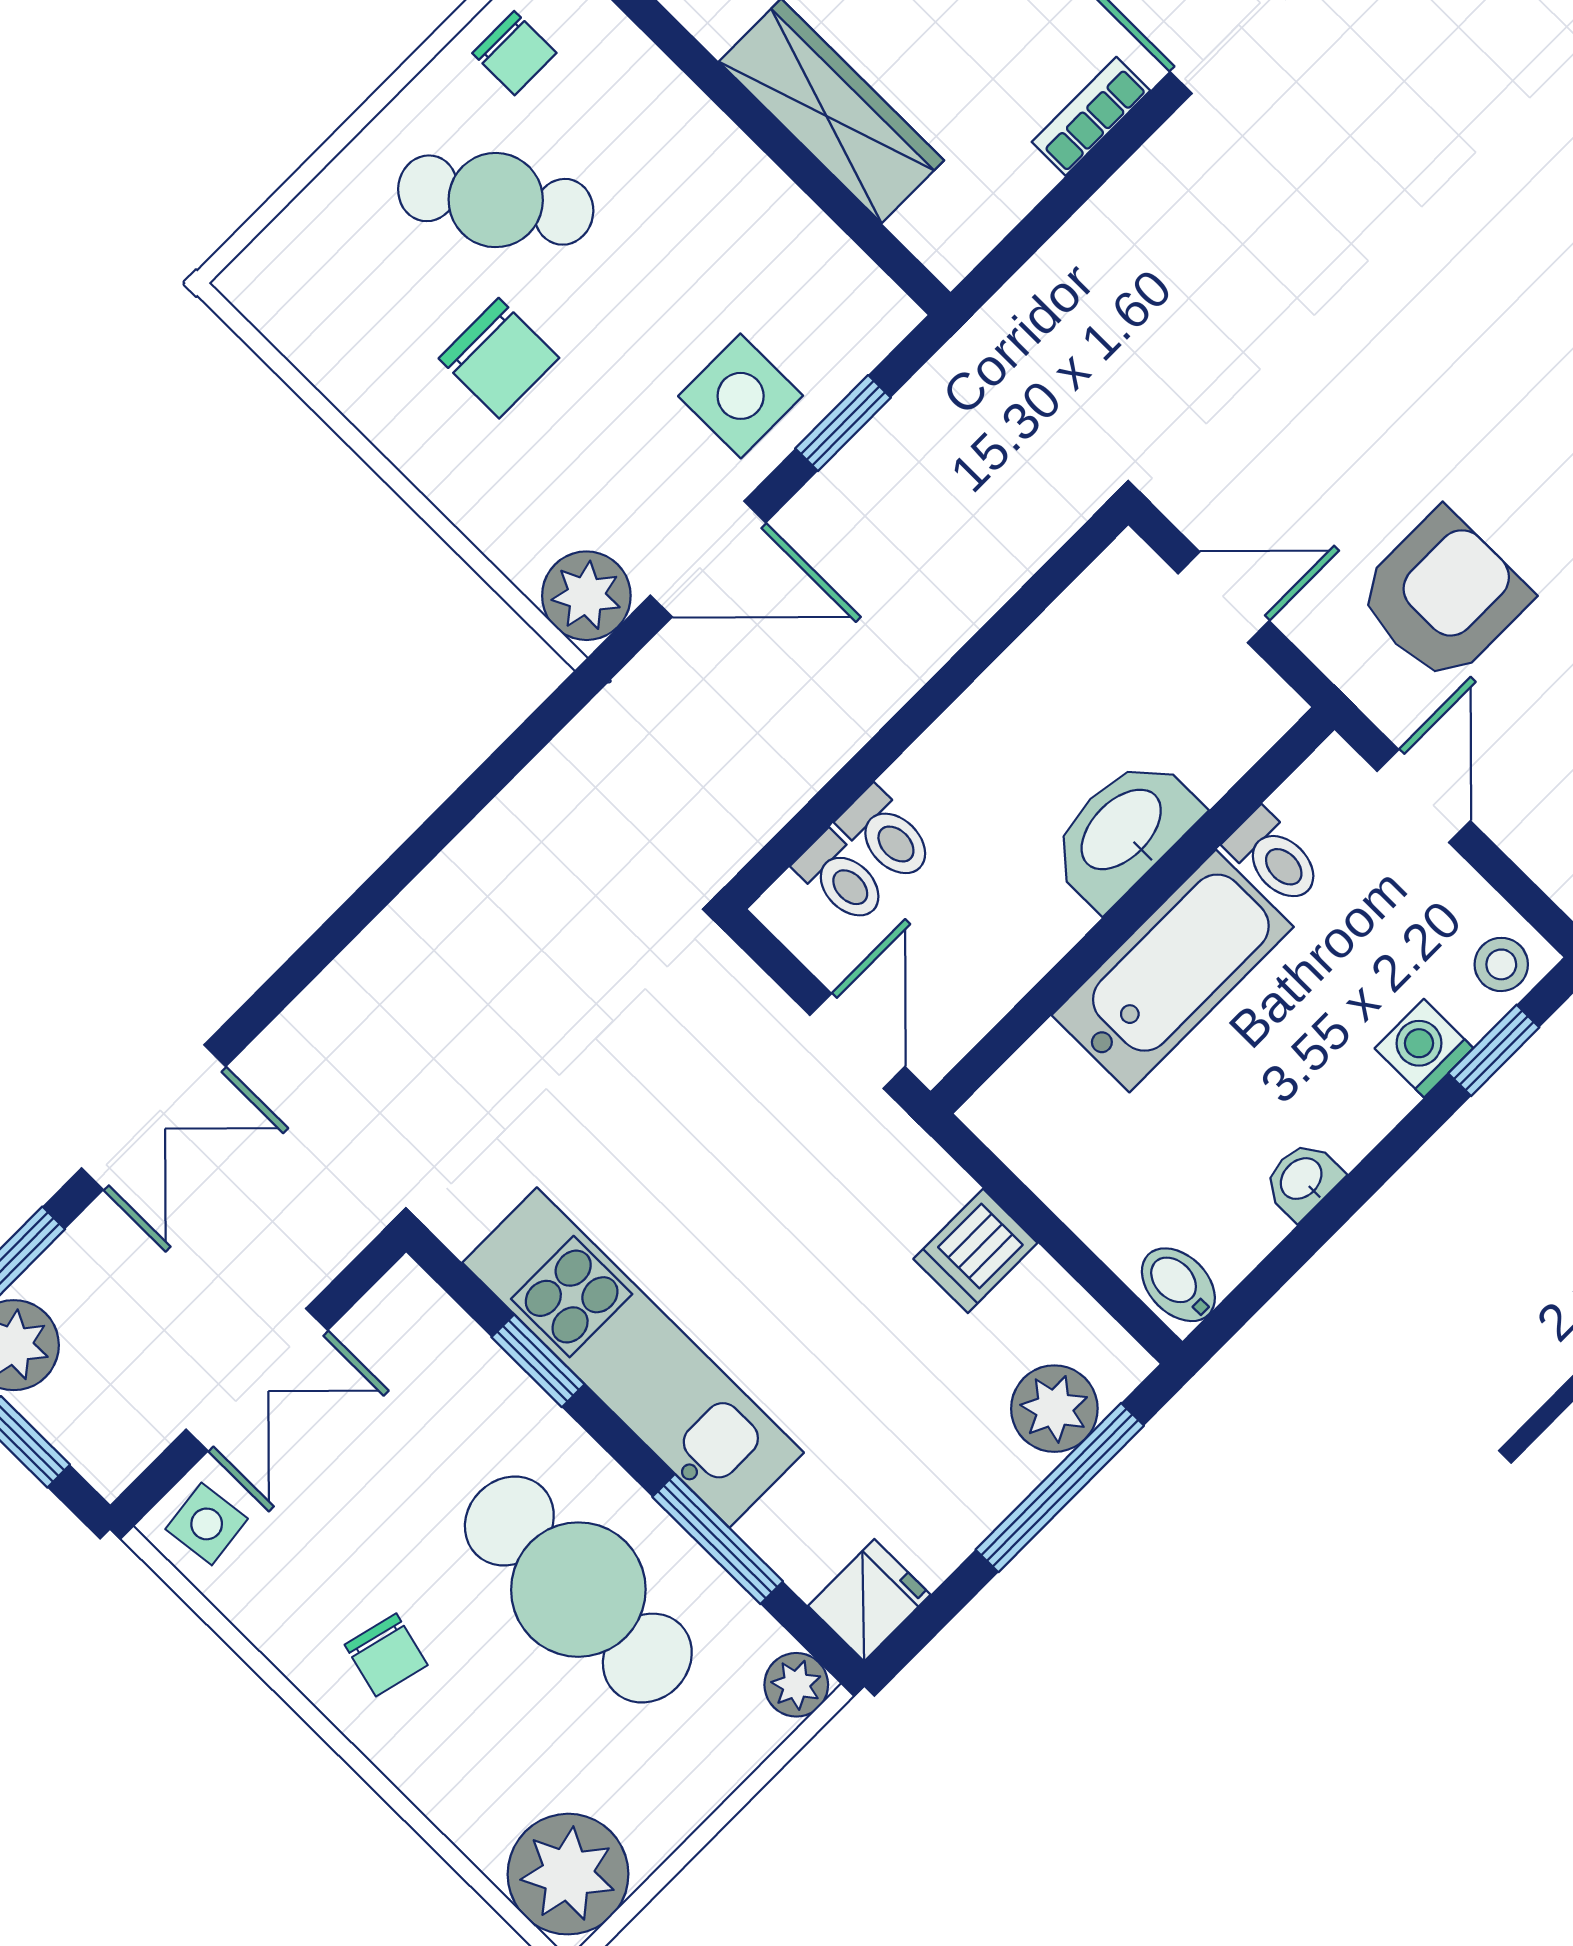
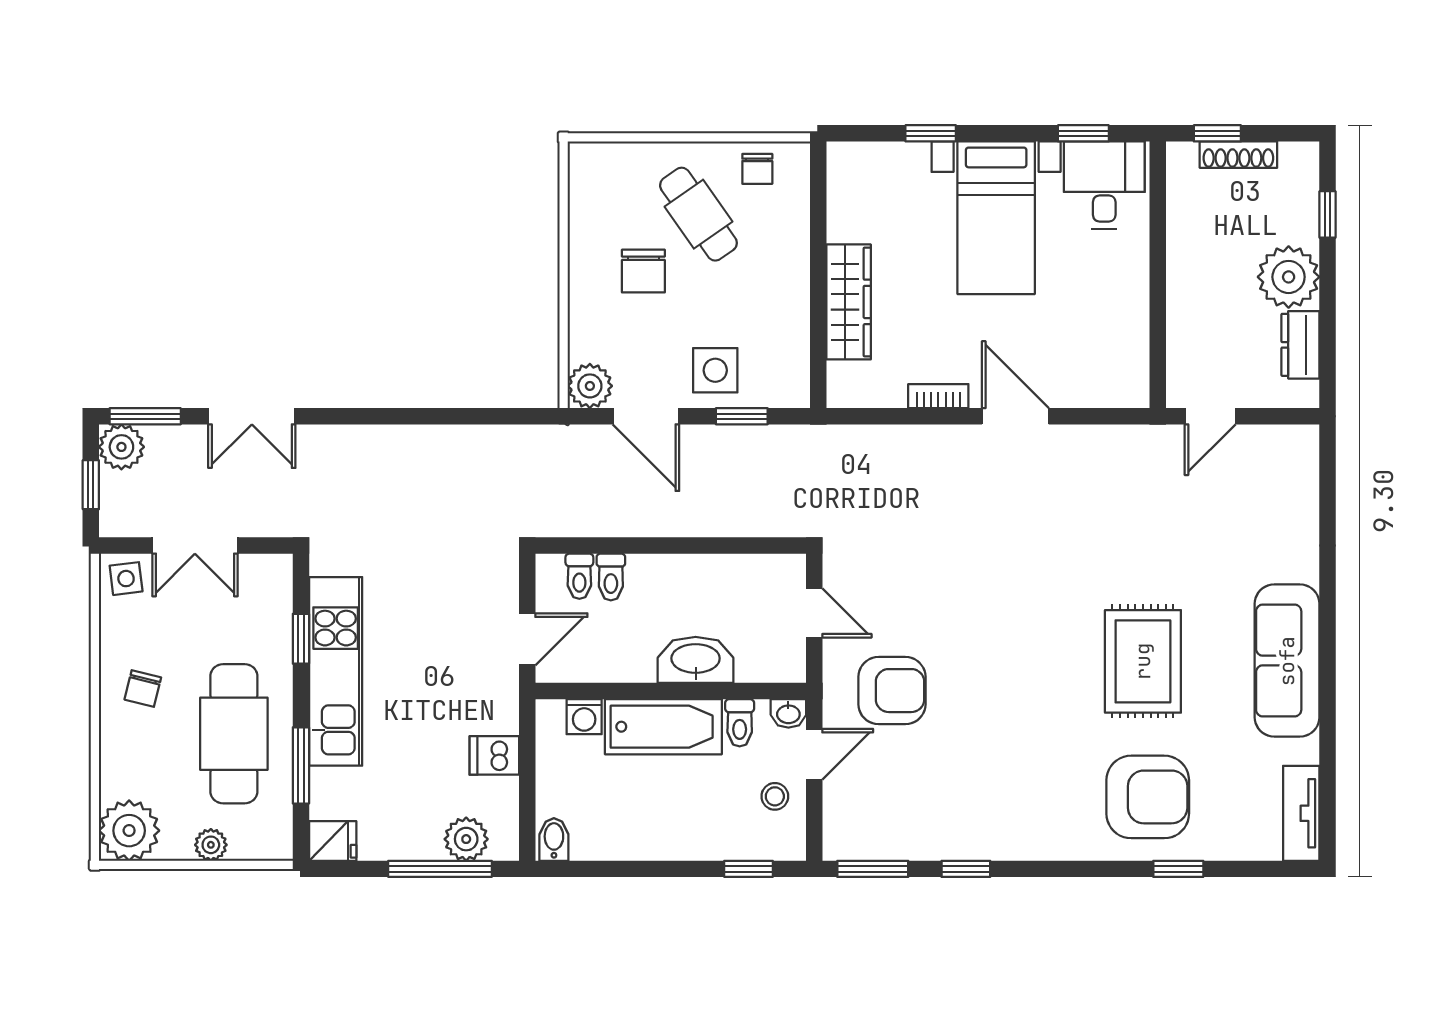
stool: (1501, 964) -> (775, 796), moved
washing machine: (1424, 1048) -> (584, 717), moved, turned 180
washbasin: (1302, 1180) -> (788, 713), moved, turned 180
plant: (796, 1685) -> (211, 845), moved

